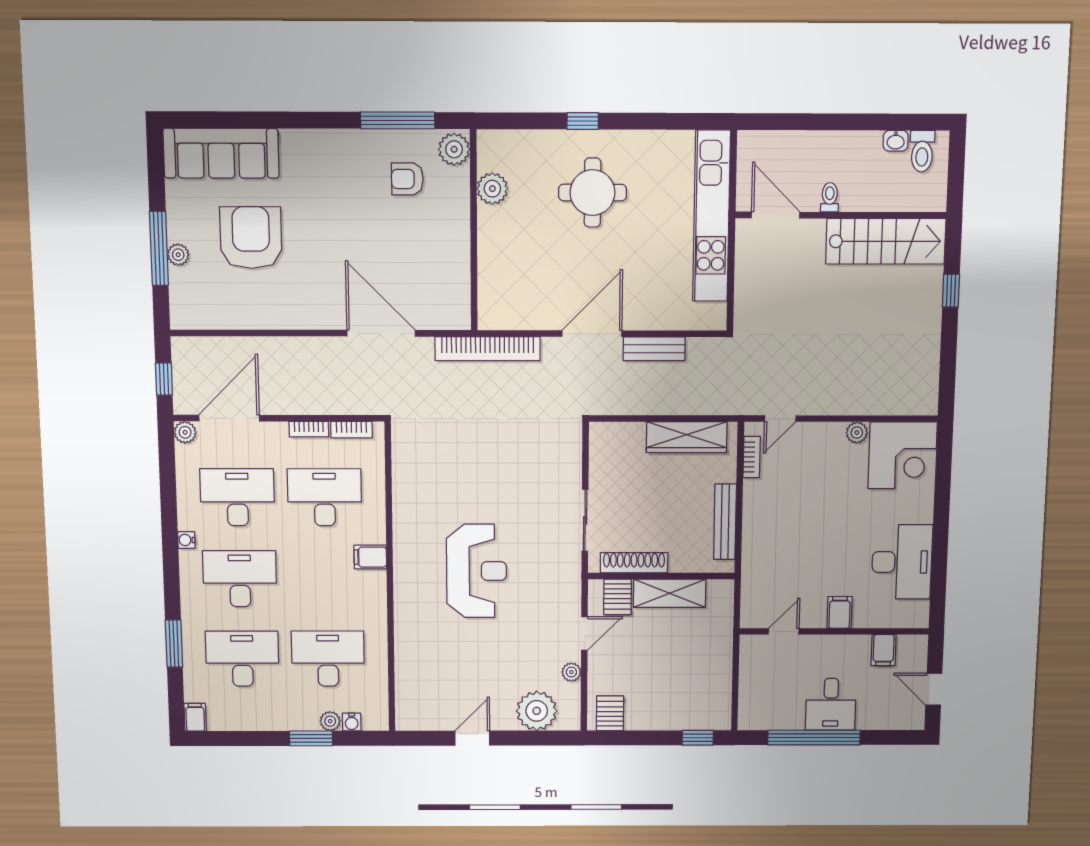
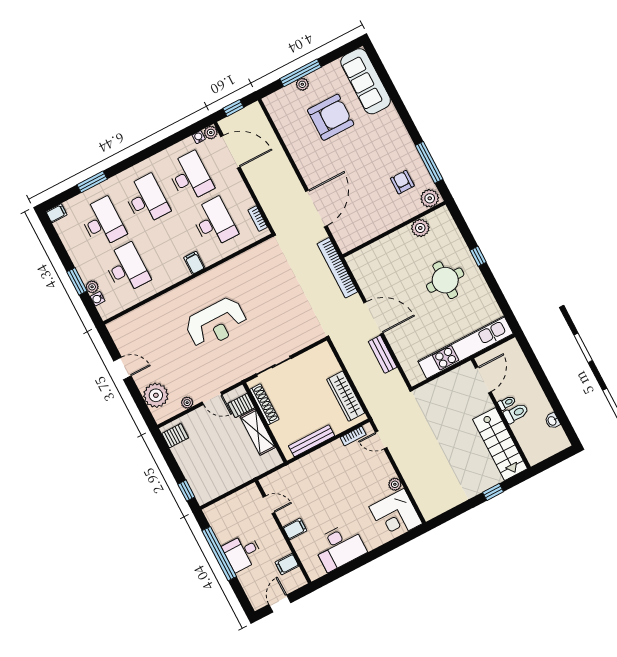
toilet: (922, 151) -> (516, 413), moved, turned 180
bookcase: (309, 429) -> (246, 196), removed
water cooler: (186, 540) -> (199, 137), moved

